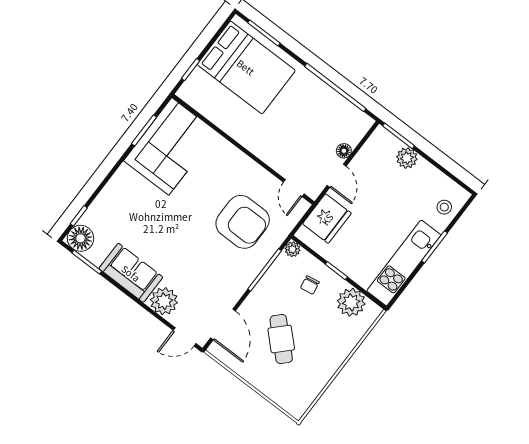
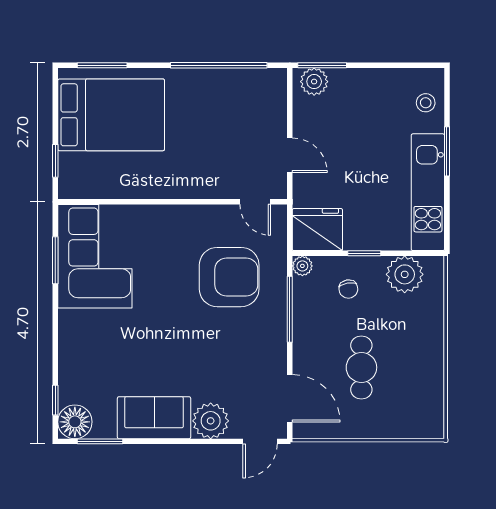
floor lamp: (344, 151) -> (278, 124), removed
plant: (407, 158) -> (314, 82), moved
fridge: (327, 219) -> (317, 230), moved, turned -90
cafe table: (281, 339) -> (361, 367), turned 46

